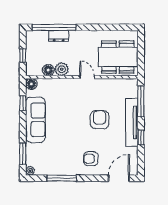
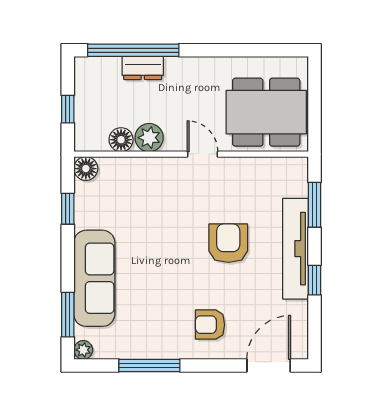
window: (141, 101) -> (315, 205), width x0.69
sofa: (35, 120) -> (94, 278), moved

